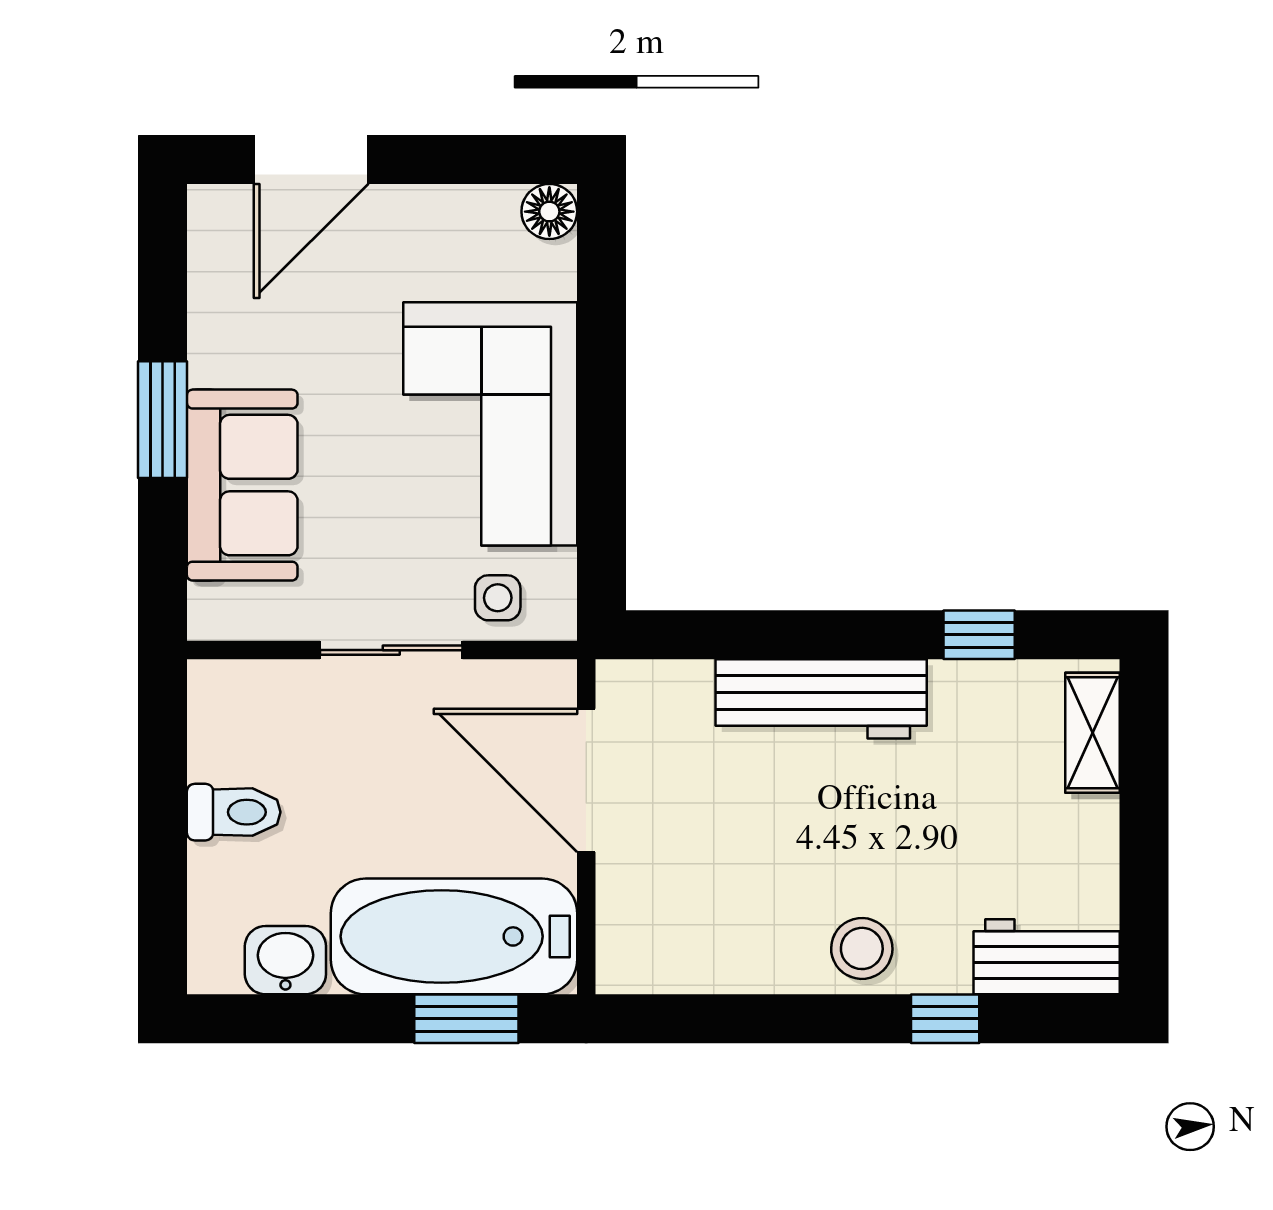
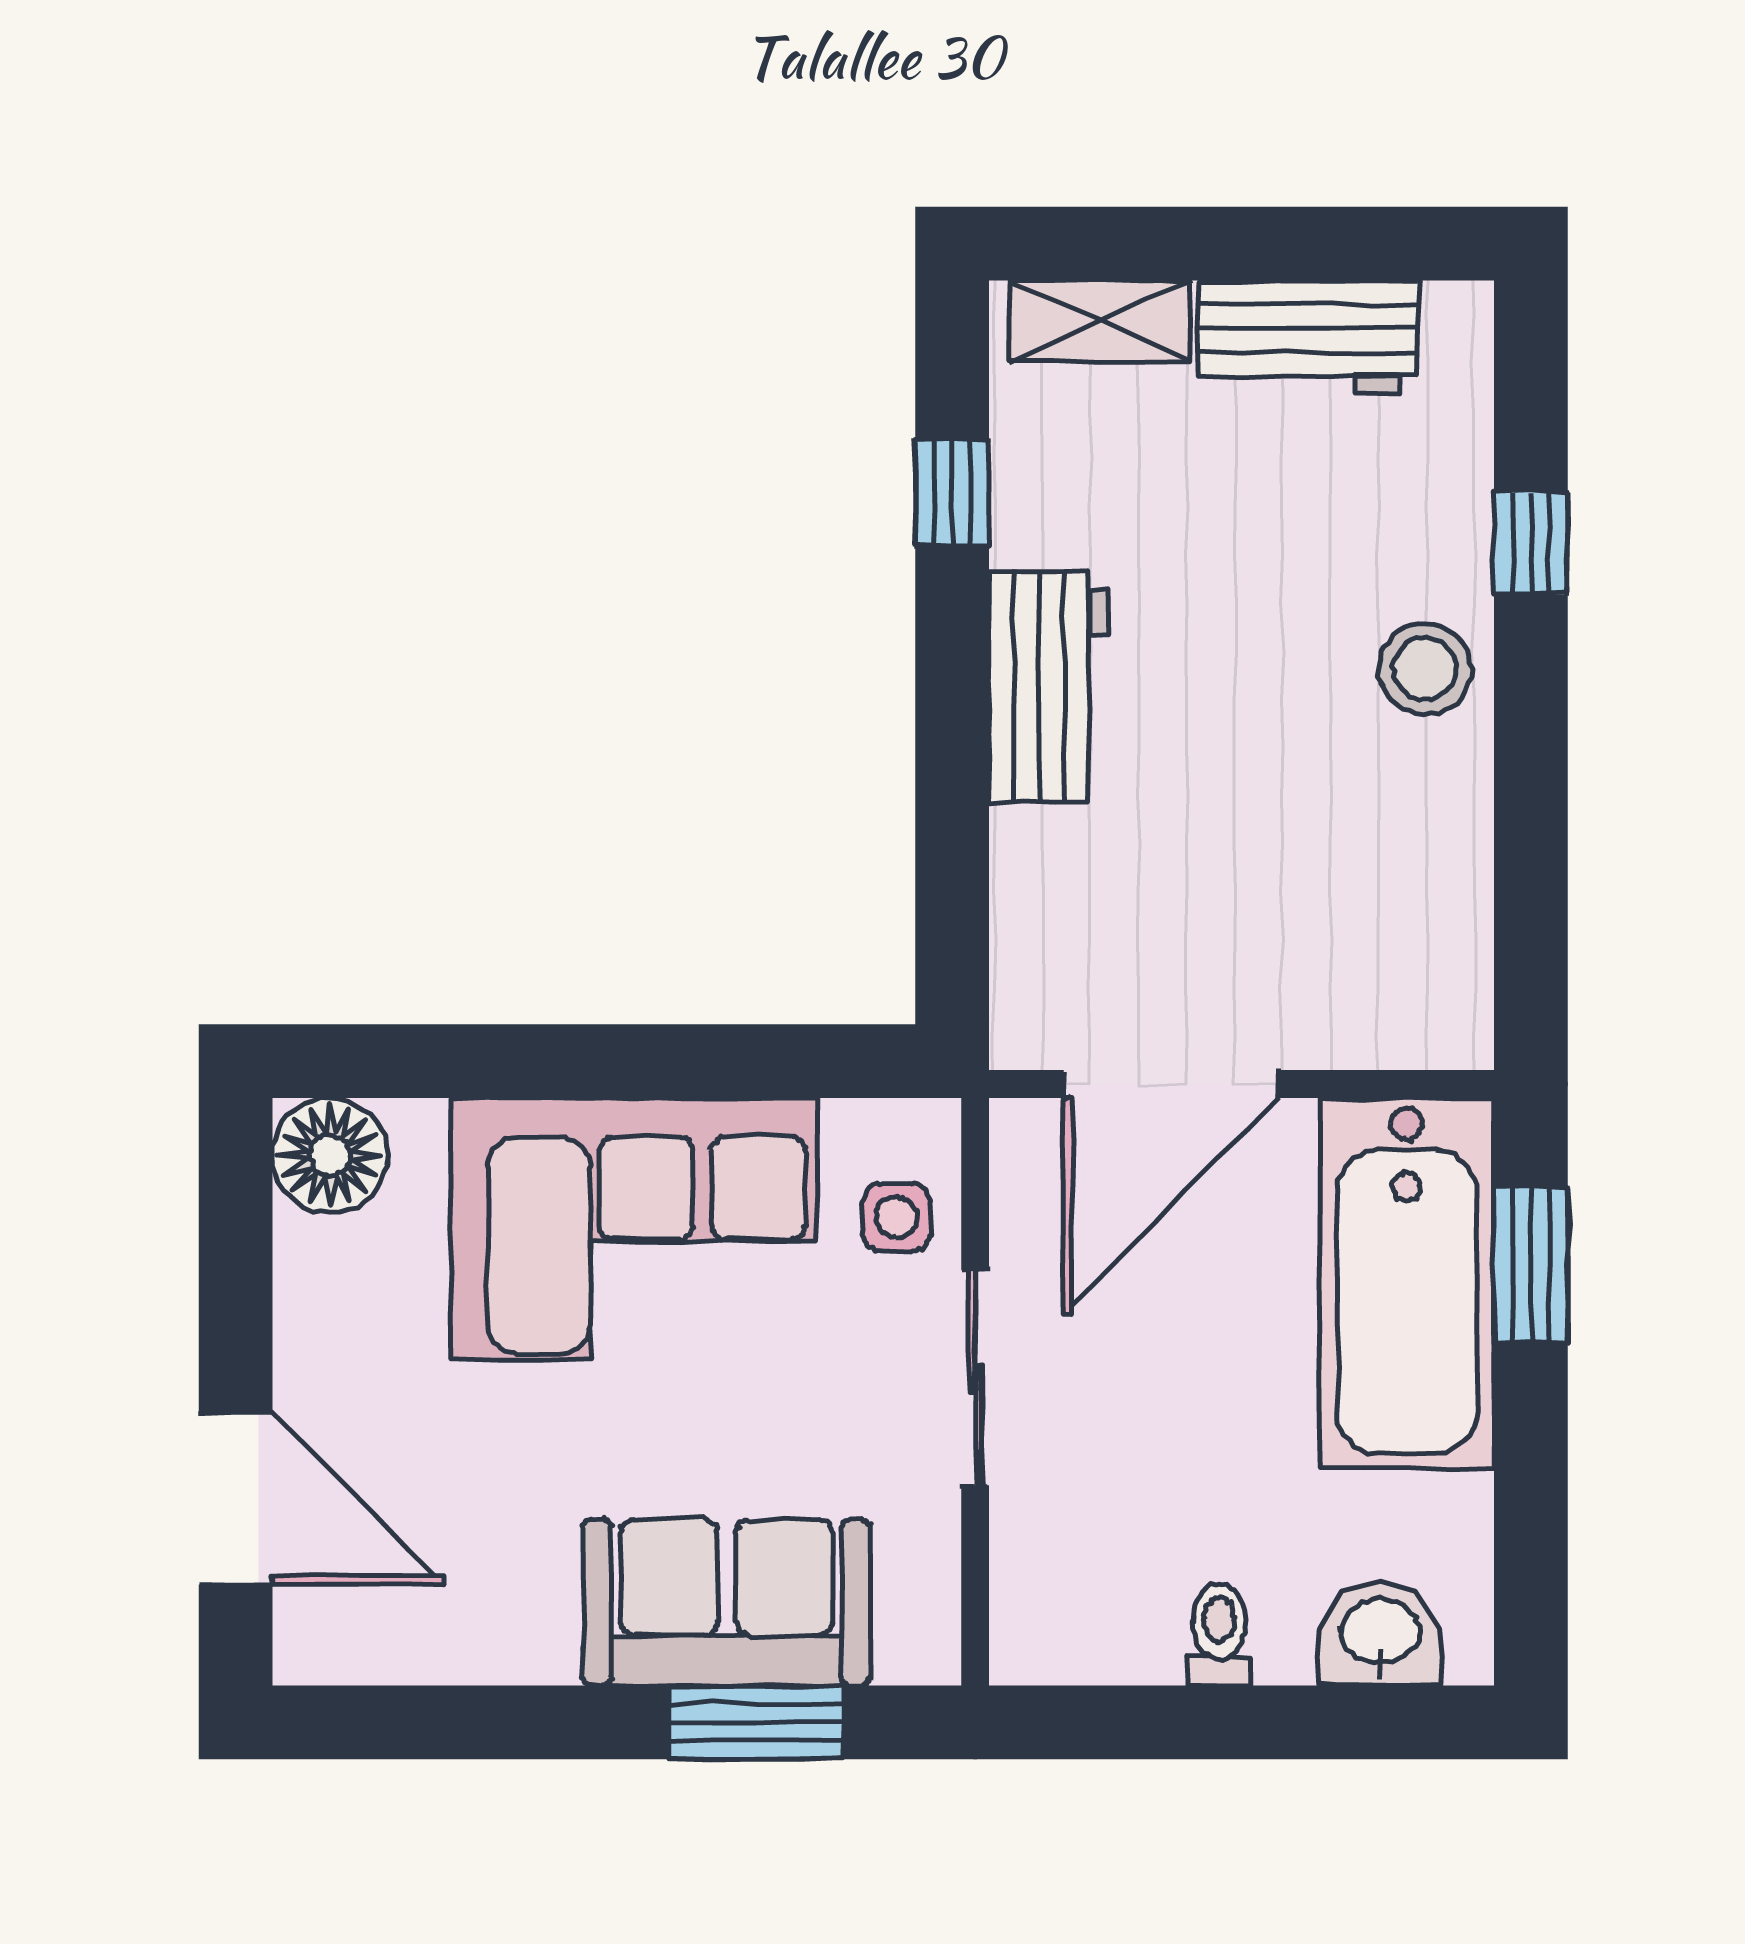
floor lamp: (549, 212) -> (330, 1155), width x1.38, depth x1.38
window: (163, 420) -> (756, 1722), moved
workbench: (821, 699) -> (1049, 687), width x0.73
toilet: (234, 812) -> (1219, 1635), width x0.73, depth x0.72
workbench: (1047, 957) -> (1308, 337), moved, turned -90
washbasin: (285, 960) -> (1380, 1634), moved, turned 90

